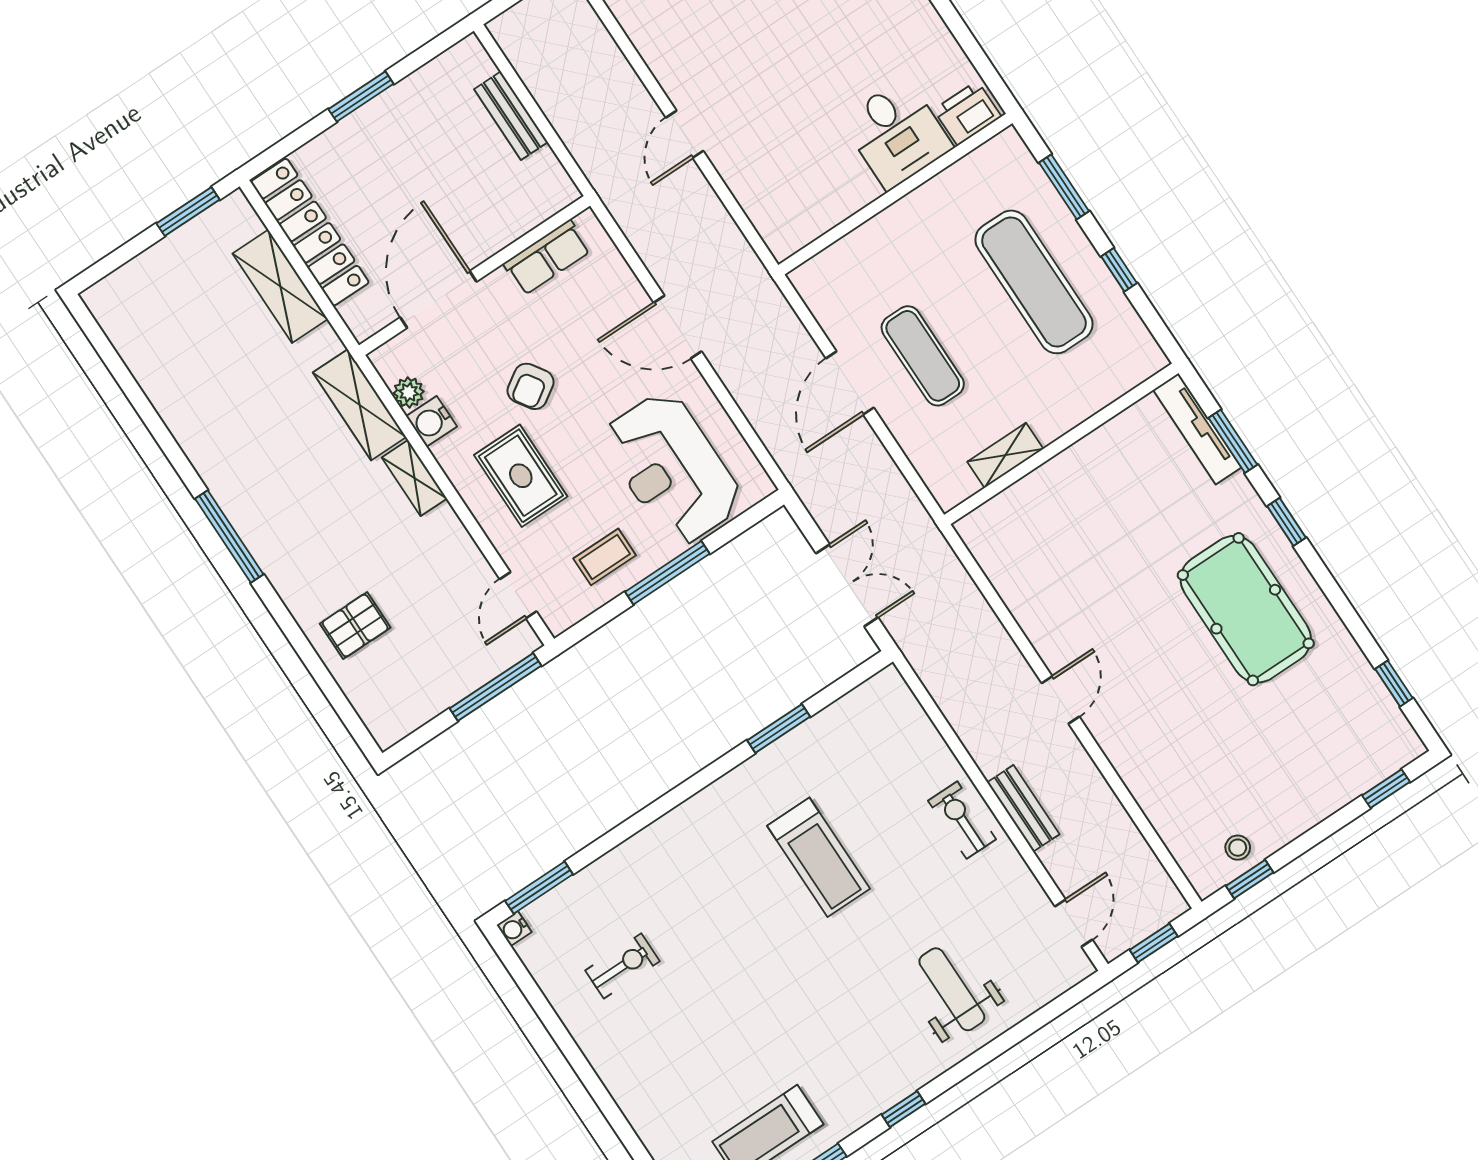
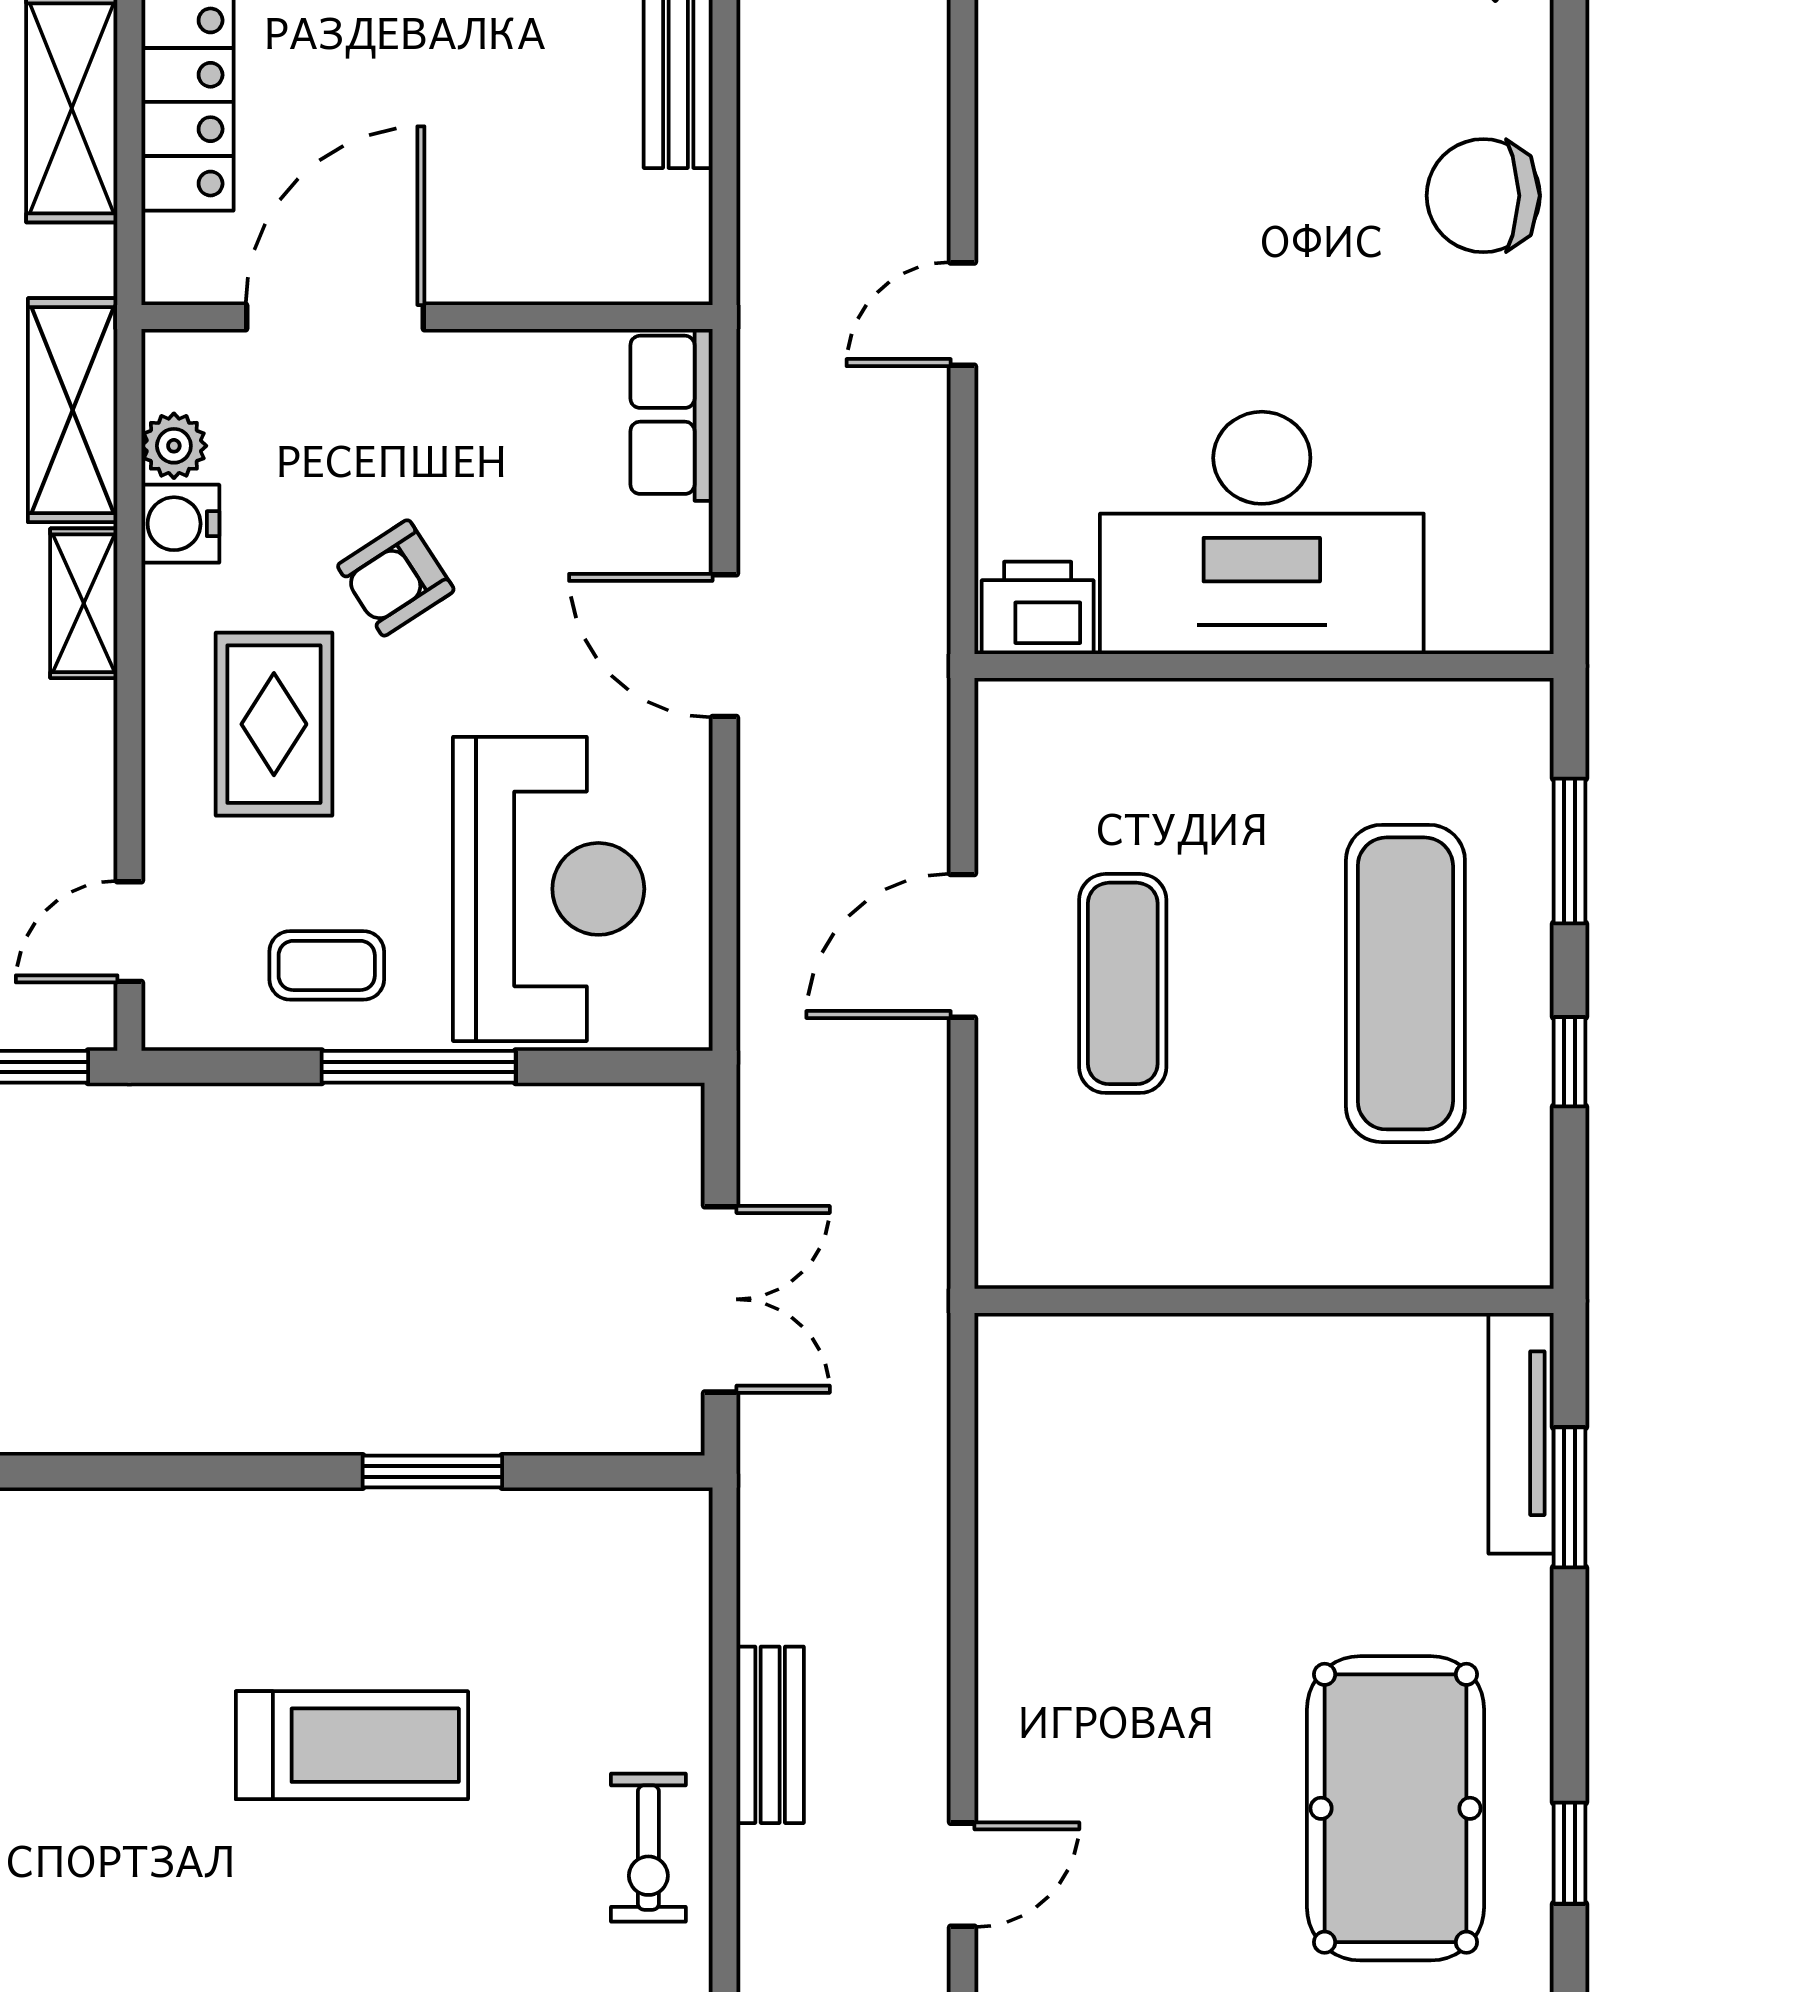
printer: (967, 113) -> (1038, 608), moved
desk: (897, 133) -> (1262, 533), width x1.87, depth x1.30
row of seats: (547, 257) -> (671, 415), moved, turned 90
shelving: (1005, 455) -> (1152, 1255), removed
reception desk: (672, 469) -> (549, 889), turned 180
window: (1286, 522) -> (1570, 1853), moved
door: (1060, 700) -> (963, 1875), moved
bench: (1023, 808) -> (770, 1735), moved
exercise bike: (962, 820) -> (648, 1848), turned 180
treadmill: (818, 857) -> (352, 1745), turned -90

